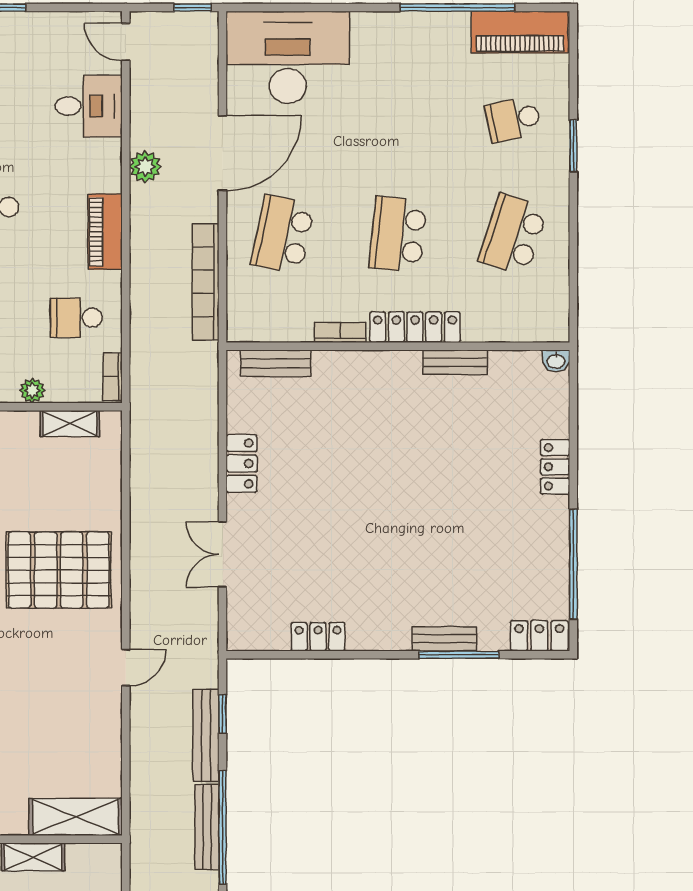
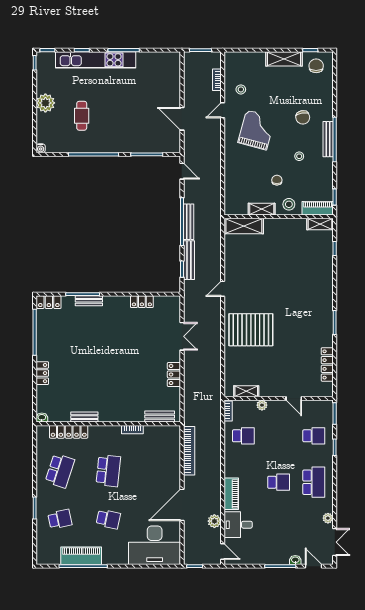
piano: (520, 32) -> (81, 556), moved
plant: (145, 167) -> (214, 521), moved
piano: (105, 232) -> (231, 494), moved
school desk: (283, 234) -> (108, 519), moved, width x0.54
locker: (415, 327) -> (69, 432), moved

